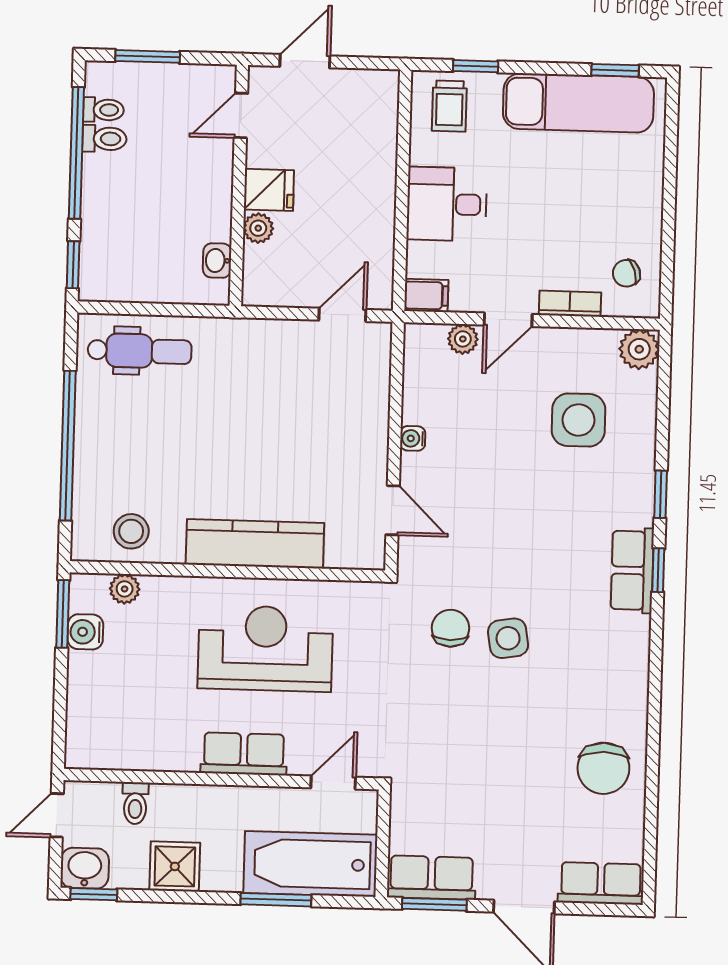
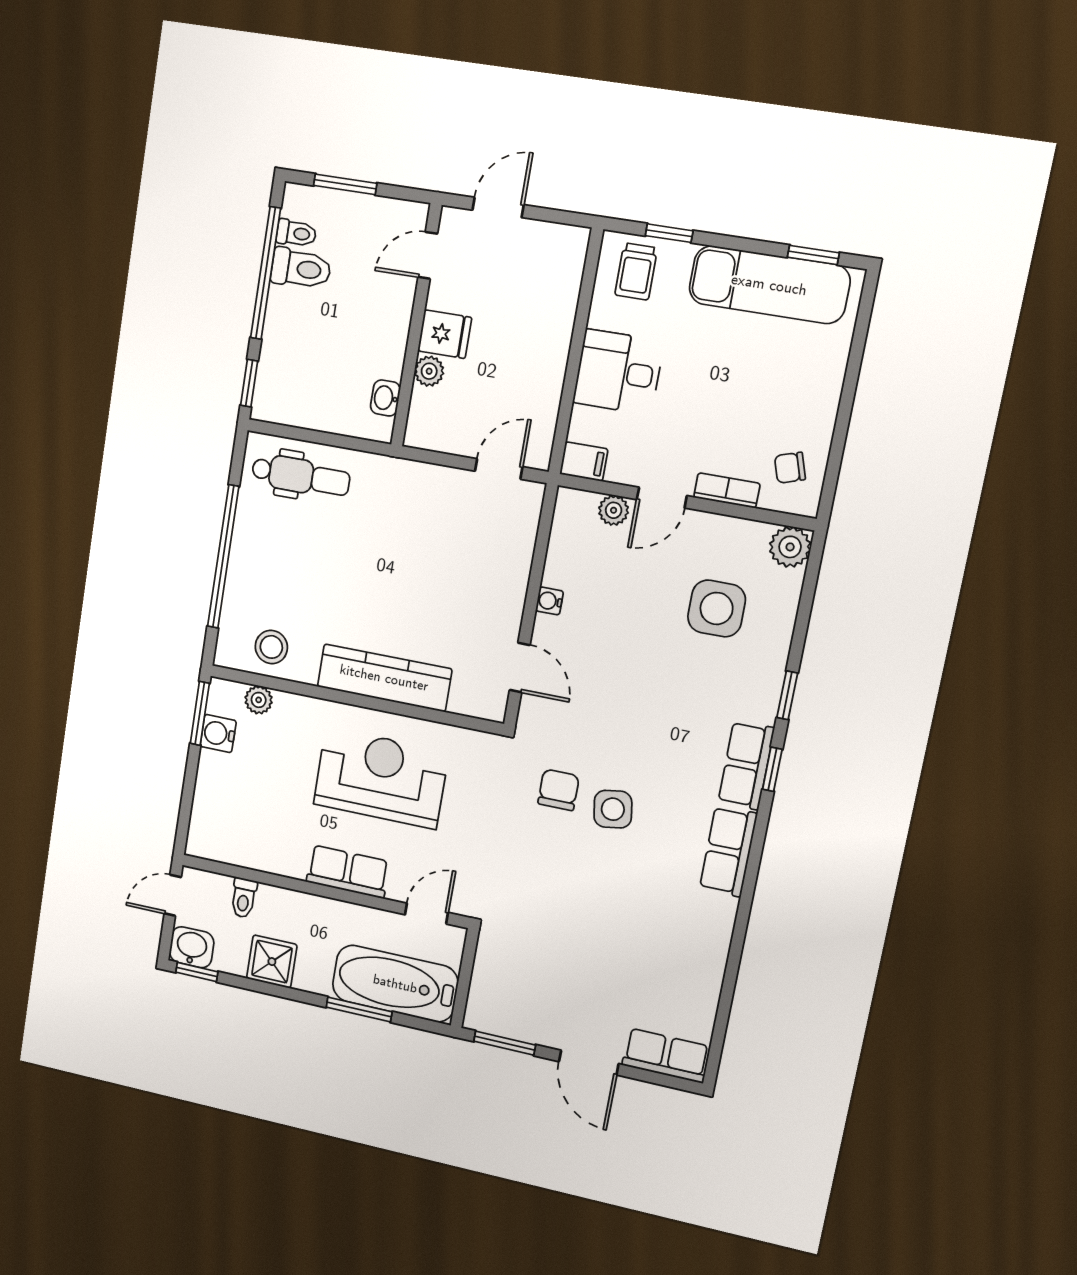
toilet: (104, 139) -> (301, 269), width x1.37, depth x1.39
chair: (603, 768) -> (686, 949), removed
row of seats: (431, 878) -> (728, 851), moved, turned -90

